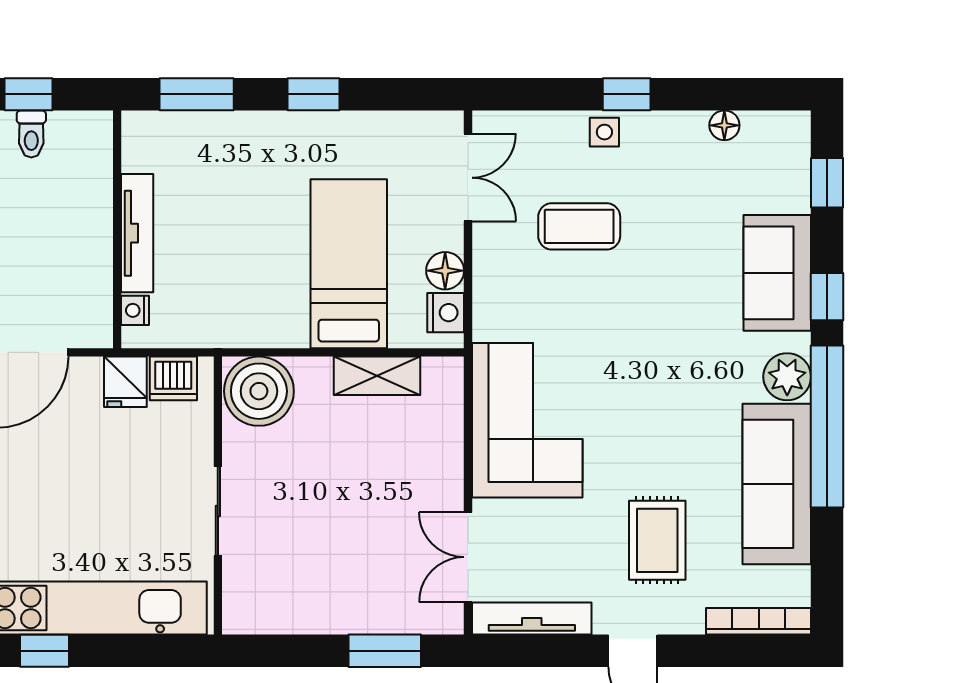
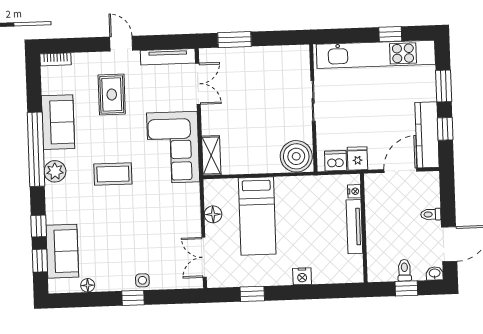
window: (197, 94) -> (329, 291), removed
window: (313, 94) -> (252, 294), moved
coffee table: (579, 226) -> (113, 174), moved
sofa: (777, 273) -> (62, 251), moved
window: (827, 297) -> (39, 226), moved
nightstand: (446, 313) -> (302, 276), moved, turned -90
shelving: (377, 376) -> (211, 156), moved, turned 90
sofa: (777, 484) -> (58, 122), width x0.73
bookcase: (759, 621) -> (56, 59), width x0.64

